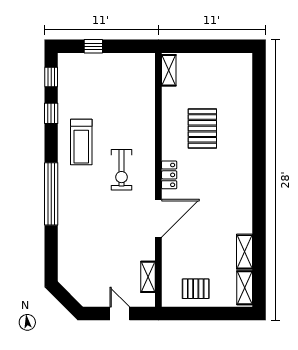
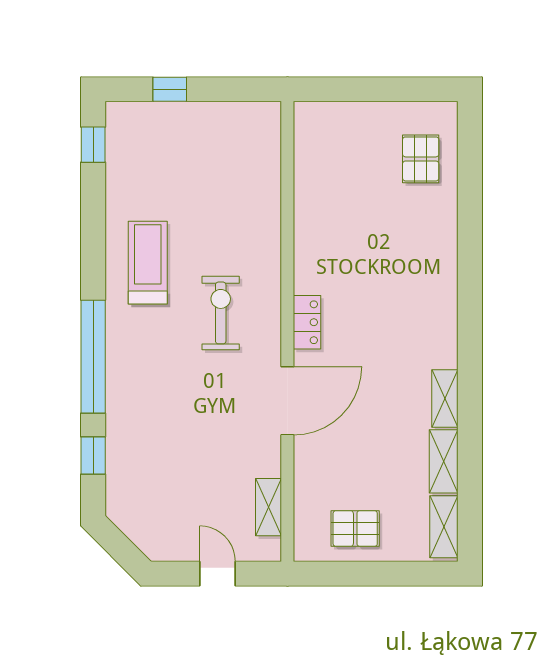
shelving: (169, 70) -> (445, 399), moved
window: (51, 113) -> (93, 455), moved
pallet: (202, 128) -> (421, 159), moved, width x0.67, depth x0.71
treadmill: (81, 142) -> (148, 263), turned 180
exercise bike: (122, 170) -> (221, 313), turned 180

